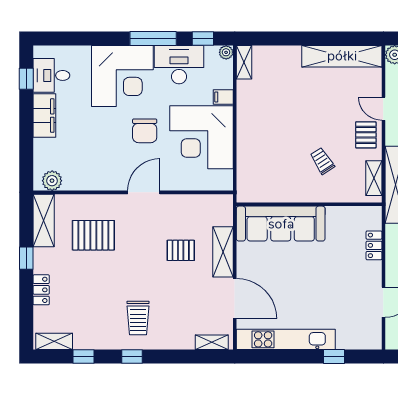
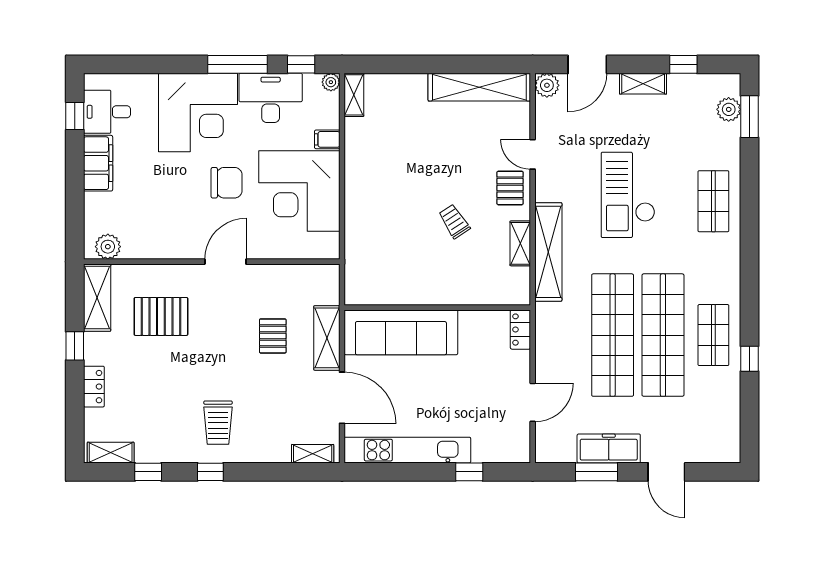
chair: (145, 131) -> (227, 183), turned -90
wall: (309, 204) -> (437, 308), moved
sofa: (281, 224) -> (401, 332), moved
pallet: (181, 250) -> (273, 336), turned 90

